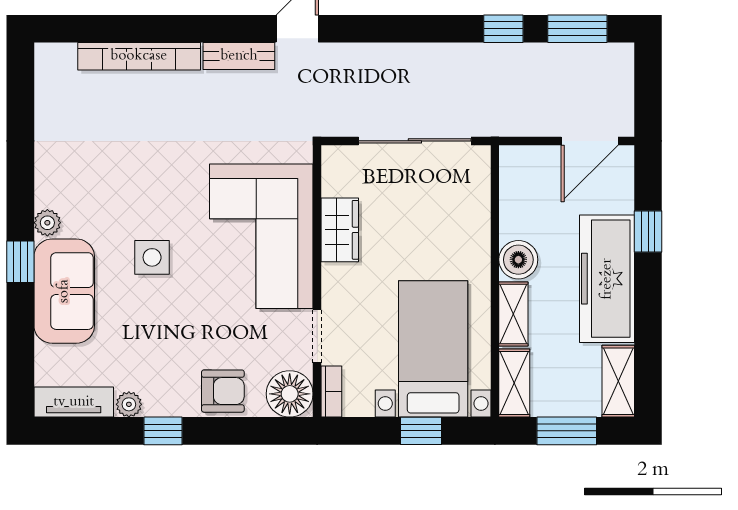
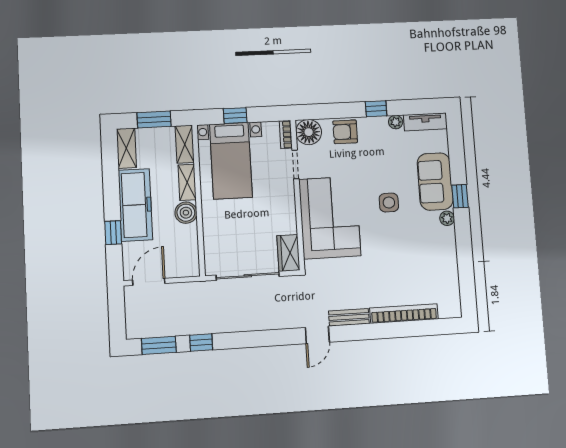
wardrobe: (340, 230) -> (288, 253), moved

